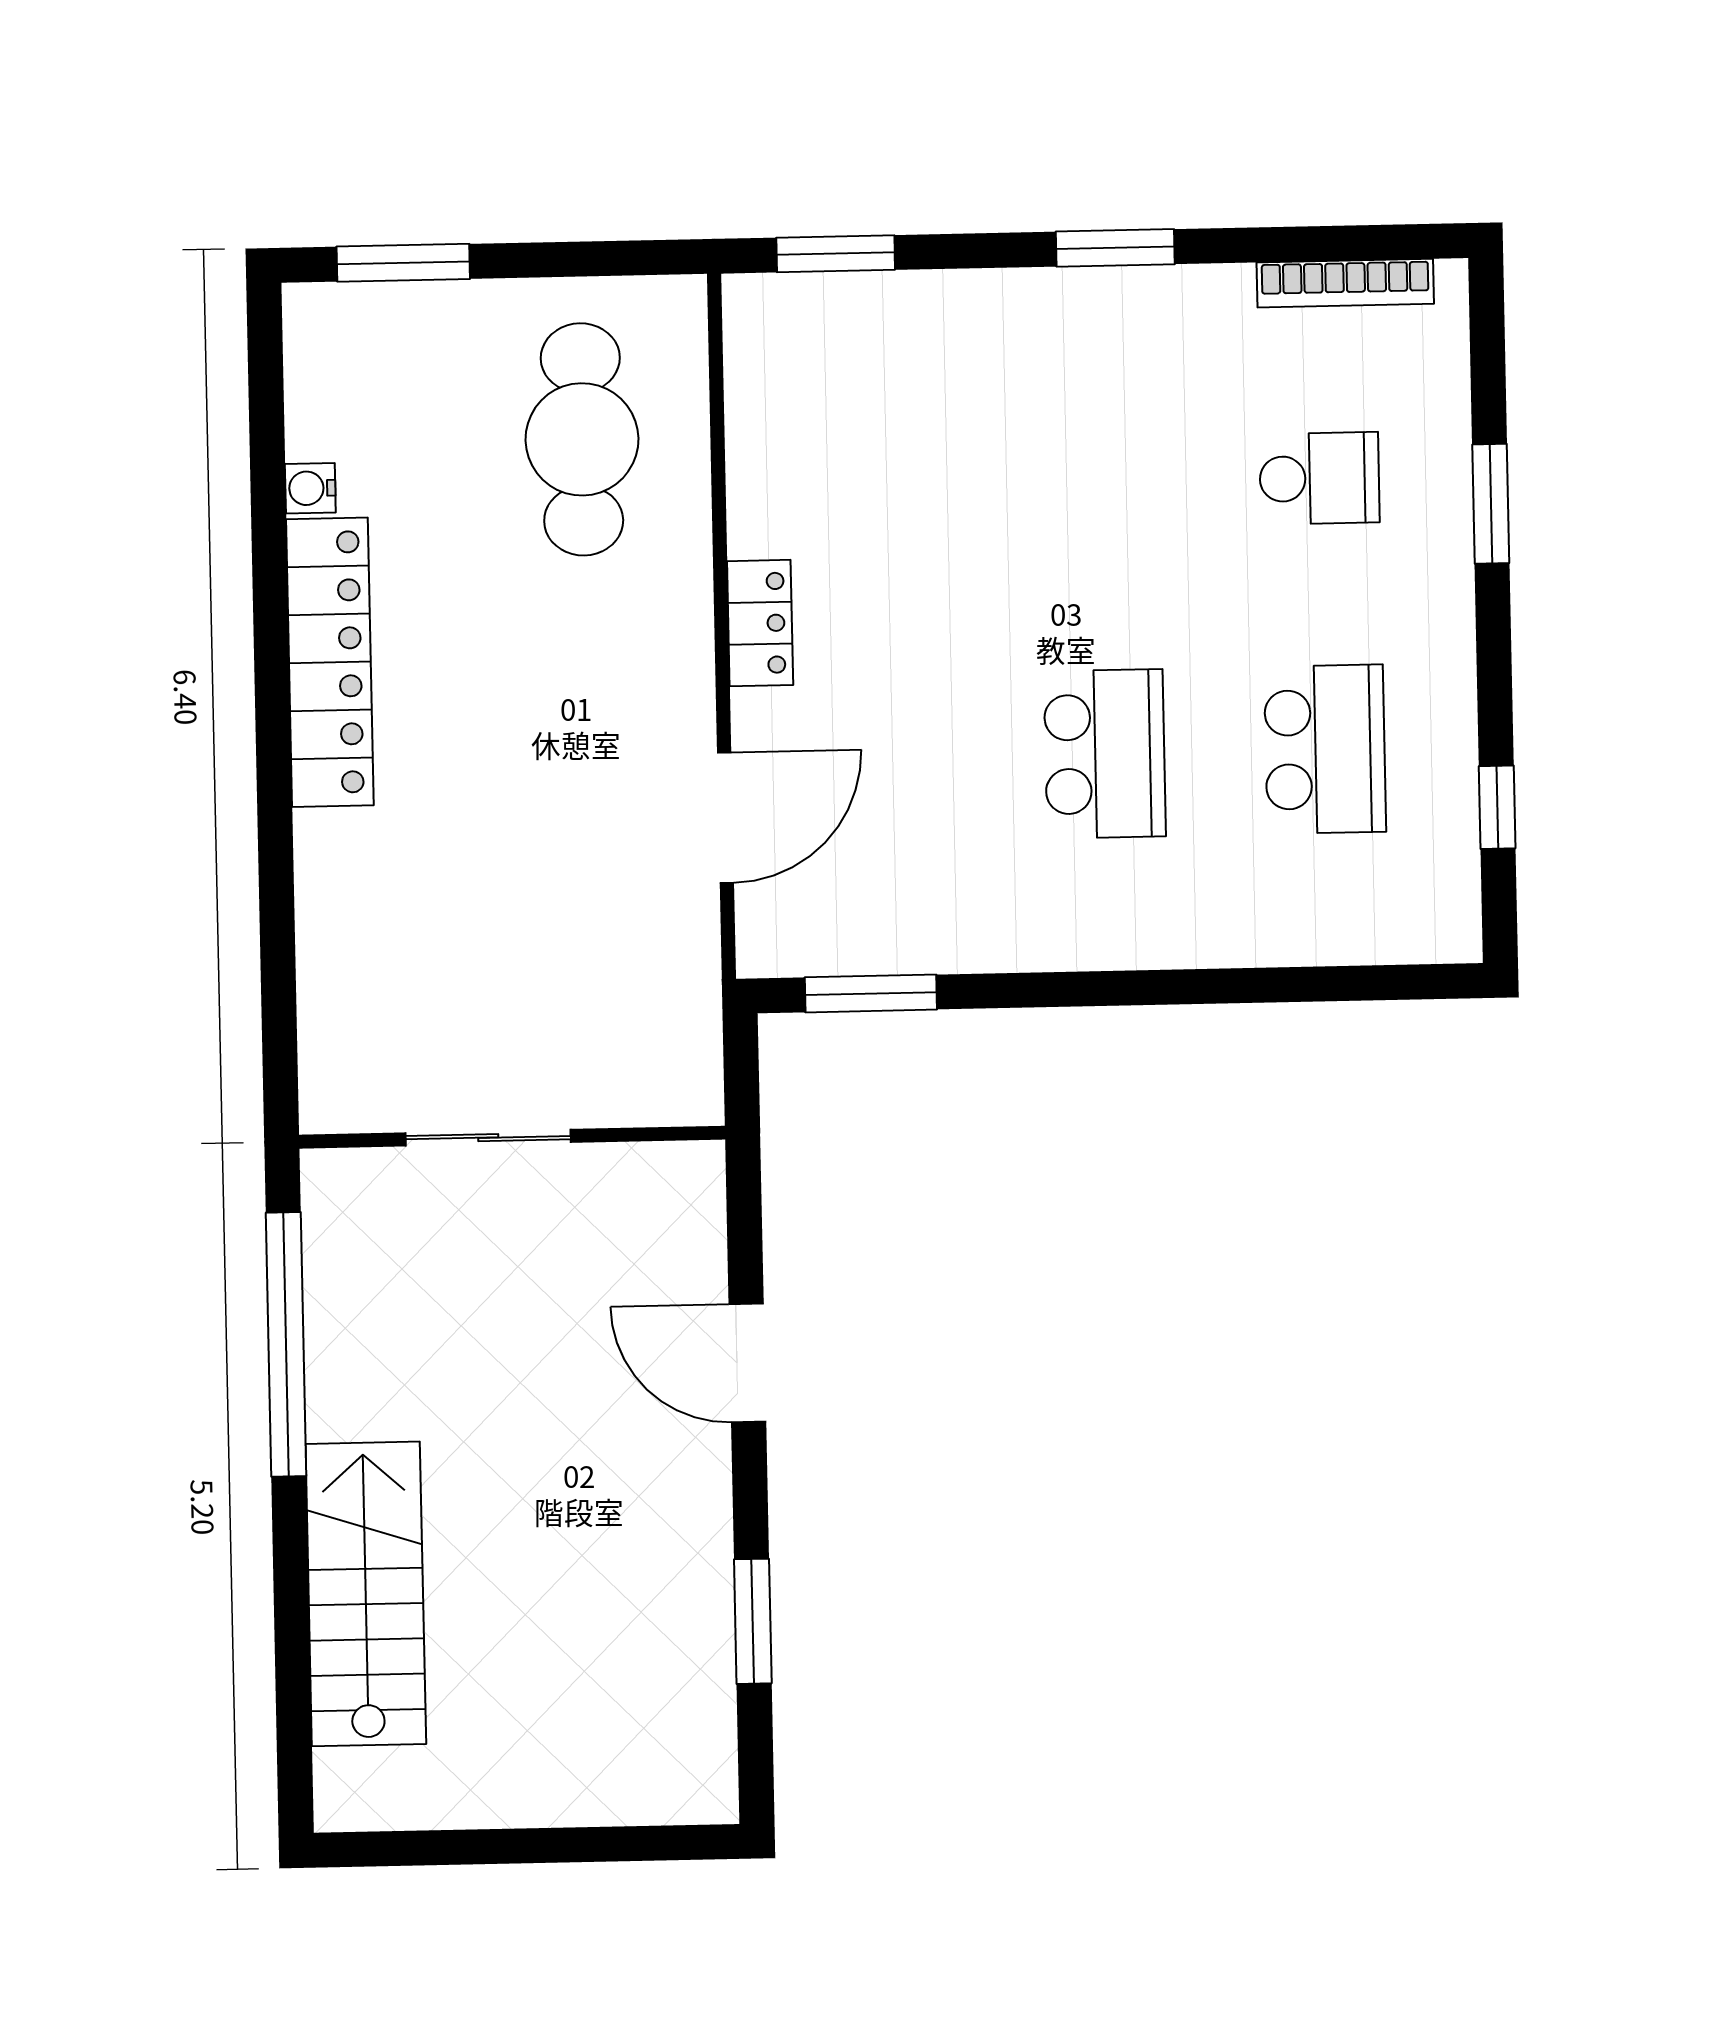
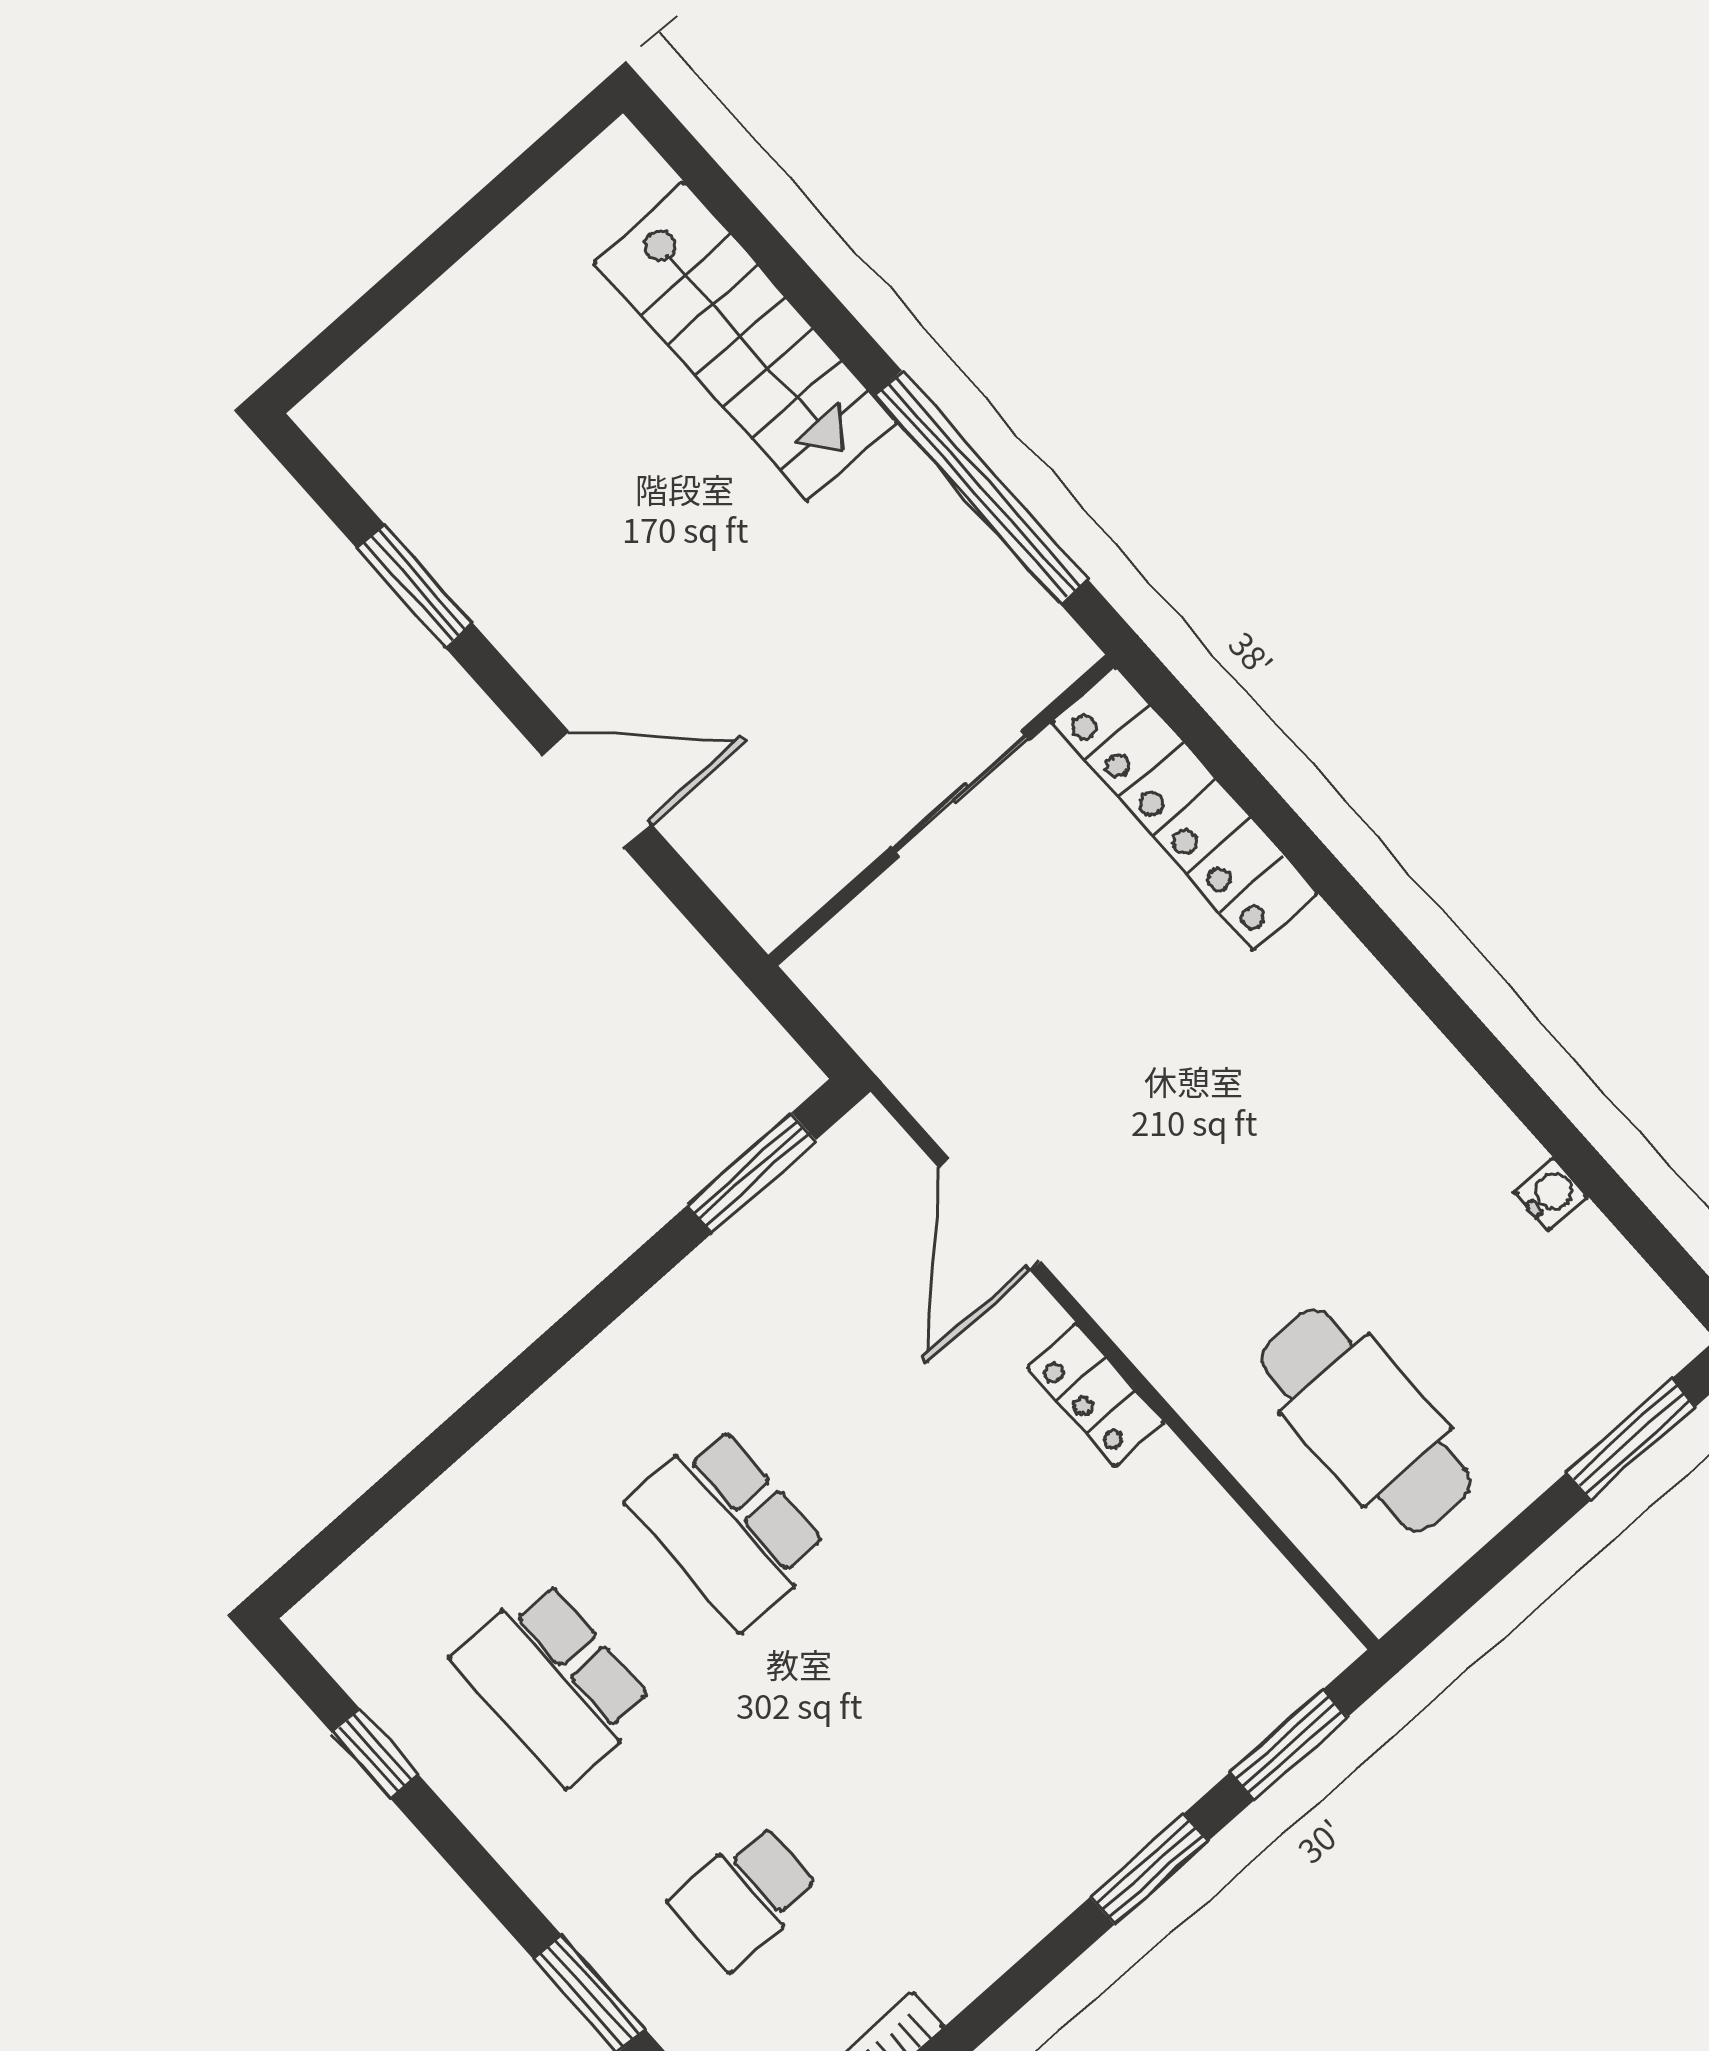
window: (1115, 248) -> (1149, 1869), moved
locker: (330, 662) -> (1184, 808), moved

